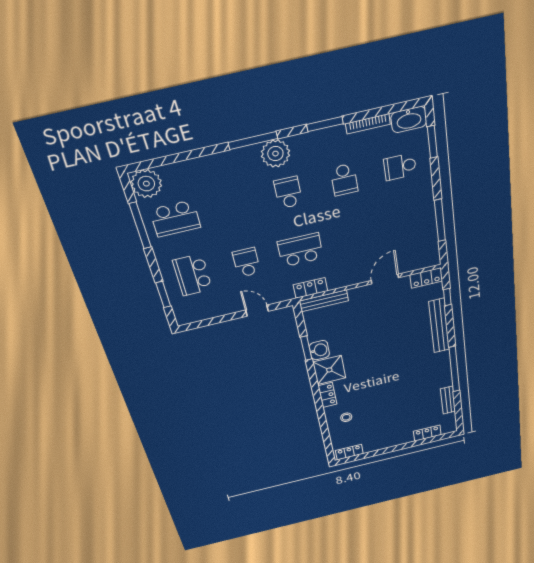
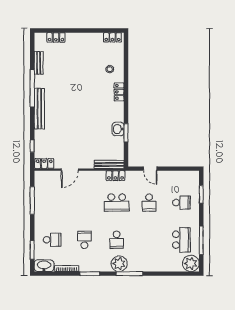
school desk: (175, 219) -> (181, 240), turned 90
school desk: (193, 275) -> (181, 203), width x0.54
bench: (439, 326) -> (39, 109), moved
shower: (329, 370) -> (114, 112), removed

